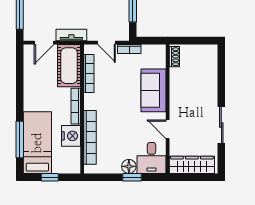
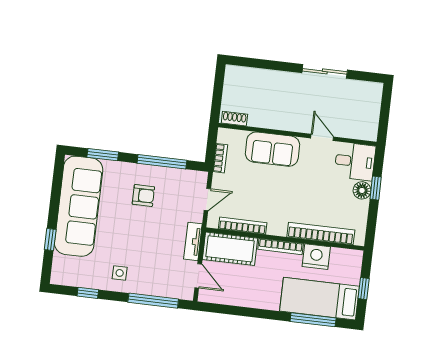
bookcase: (129, 49) -> (220, 158), moved
door: (168, 129) -> (322, 137), swing flipped
wardrobe: (192, 165) -> (369, 113), removed

